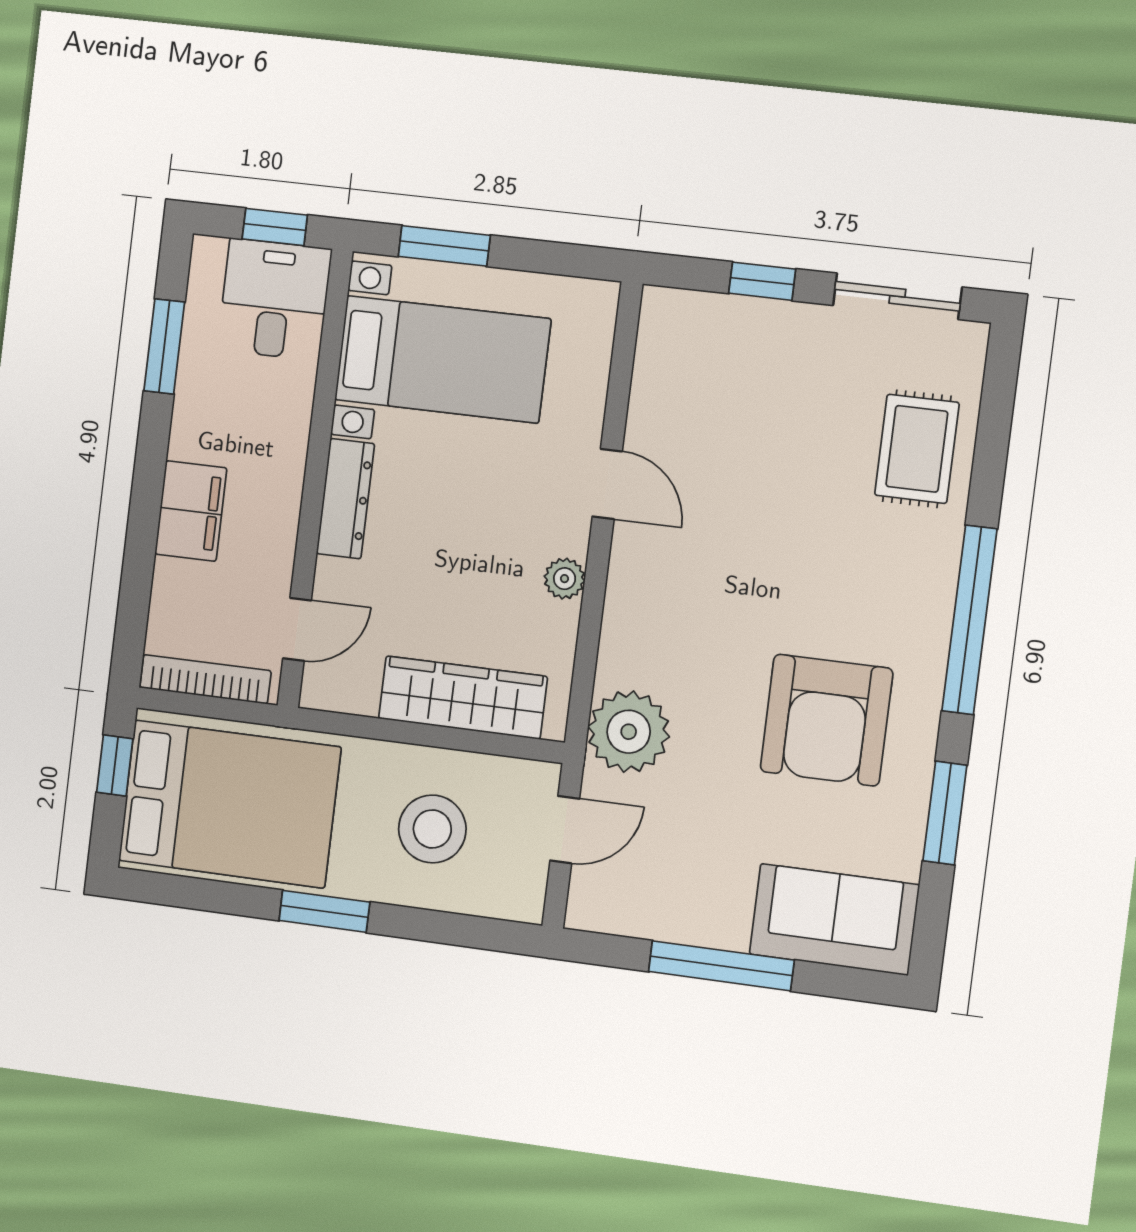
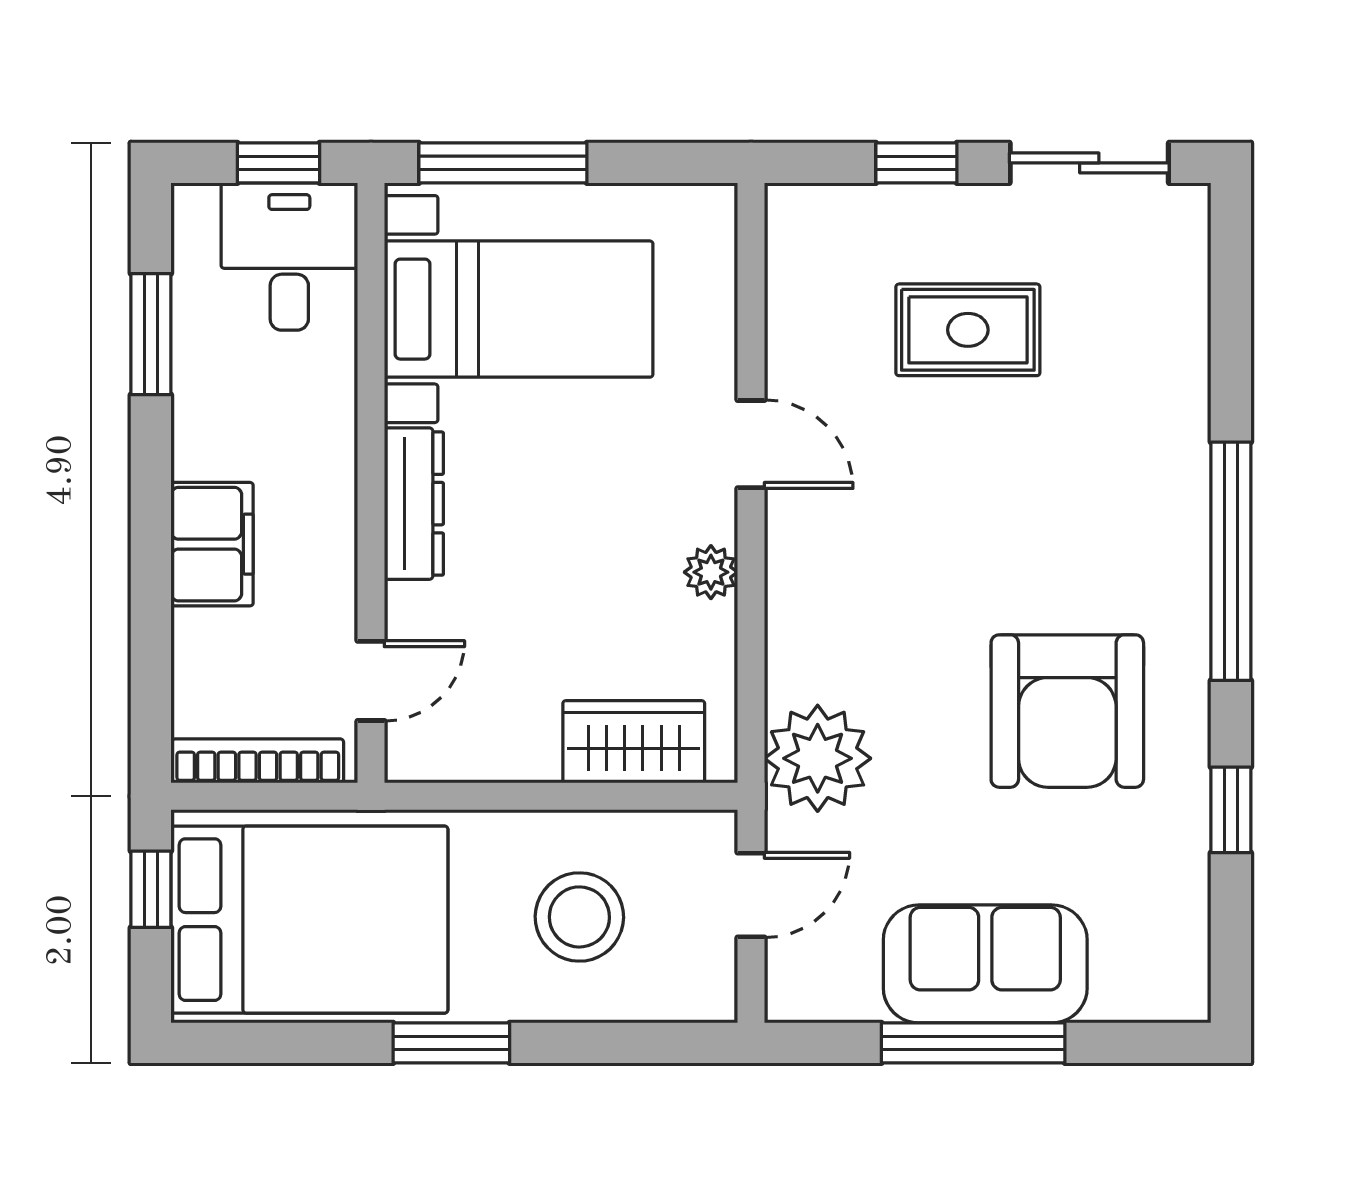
window: (444, 246) -> (503, 163), width x1.44
rug: (917, 449) -> (968, 330), moved, turned 90
wardrobe: (463, 698) -> (634, 742), width x0.67
window: (945, 813) -> (1231, 810), width x0.67
sofa: (834, 919) -> (985, 964), moved

